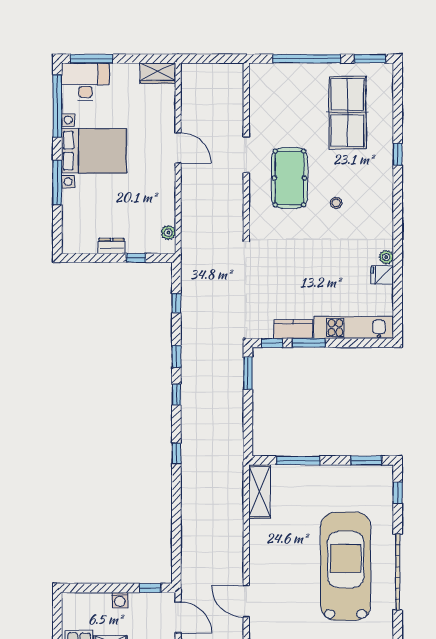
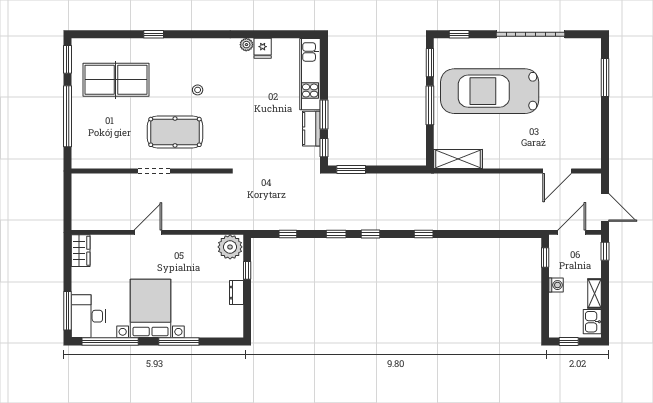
plant: (168, 233) -> (230, 247), width x1.88, depth x1.88
window: (298, 460) -> (430, 105), moved
car: (346, 566) -> (490, 91), moved
window: (57, 614) -> (569, 341), added

